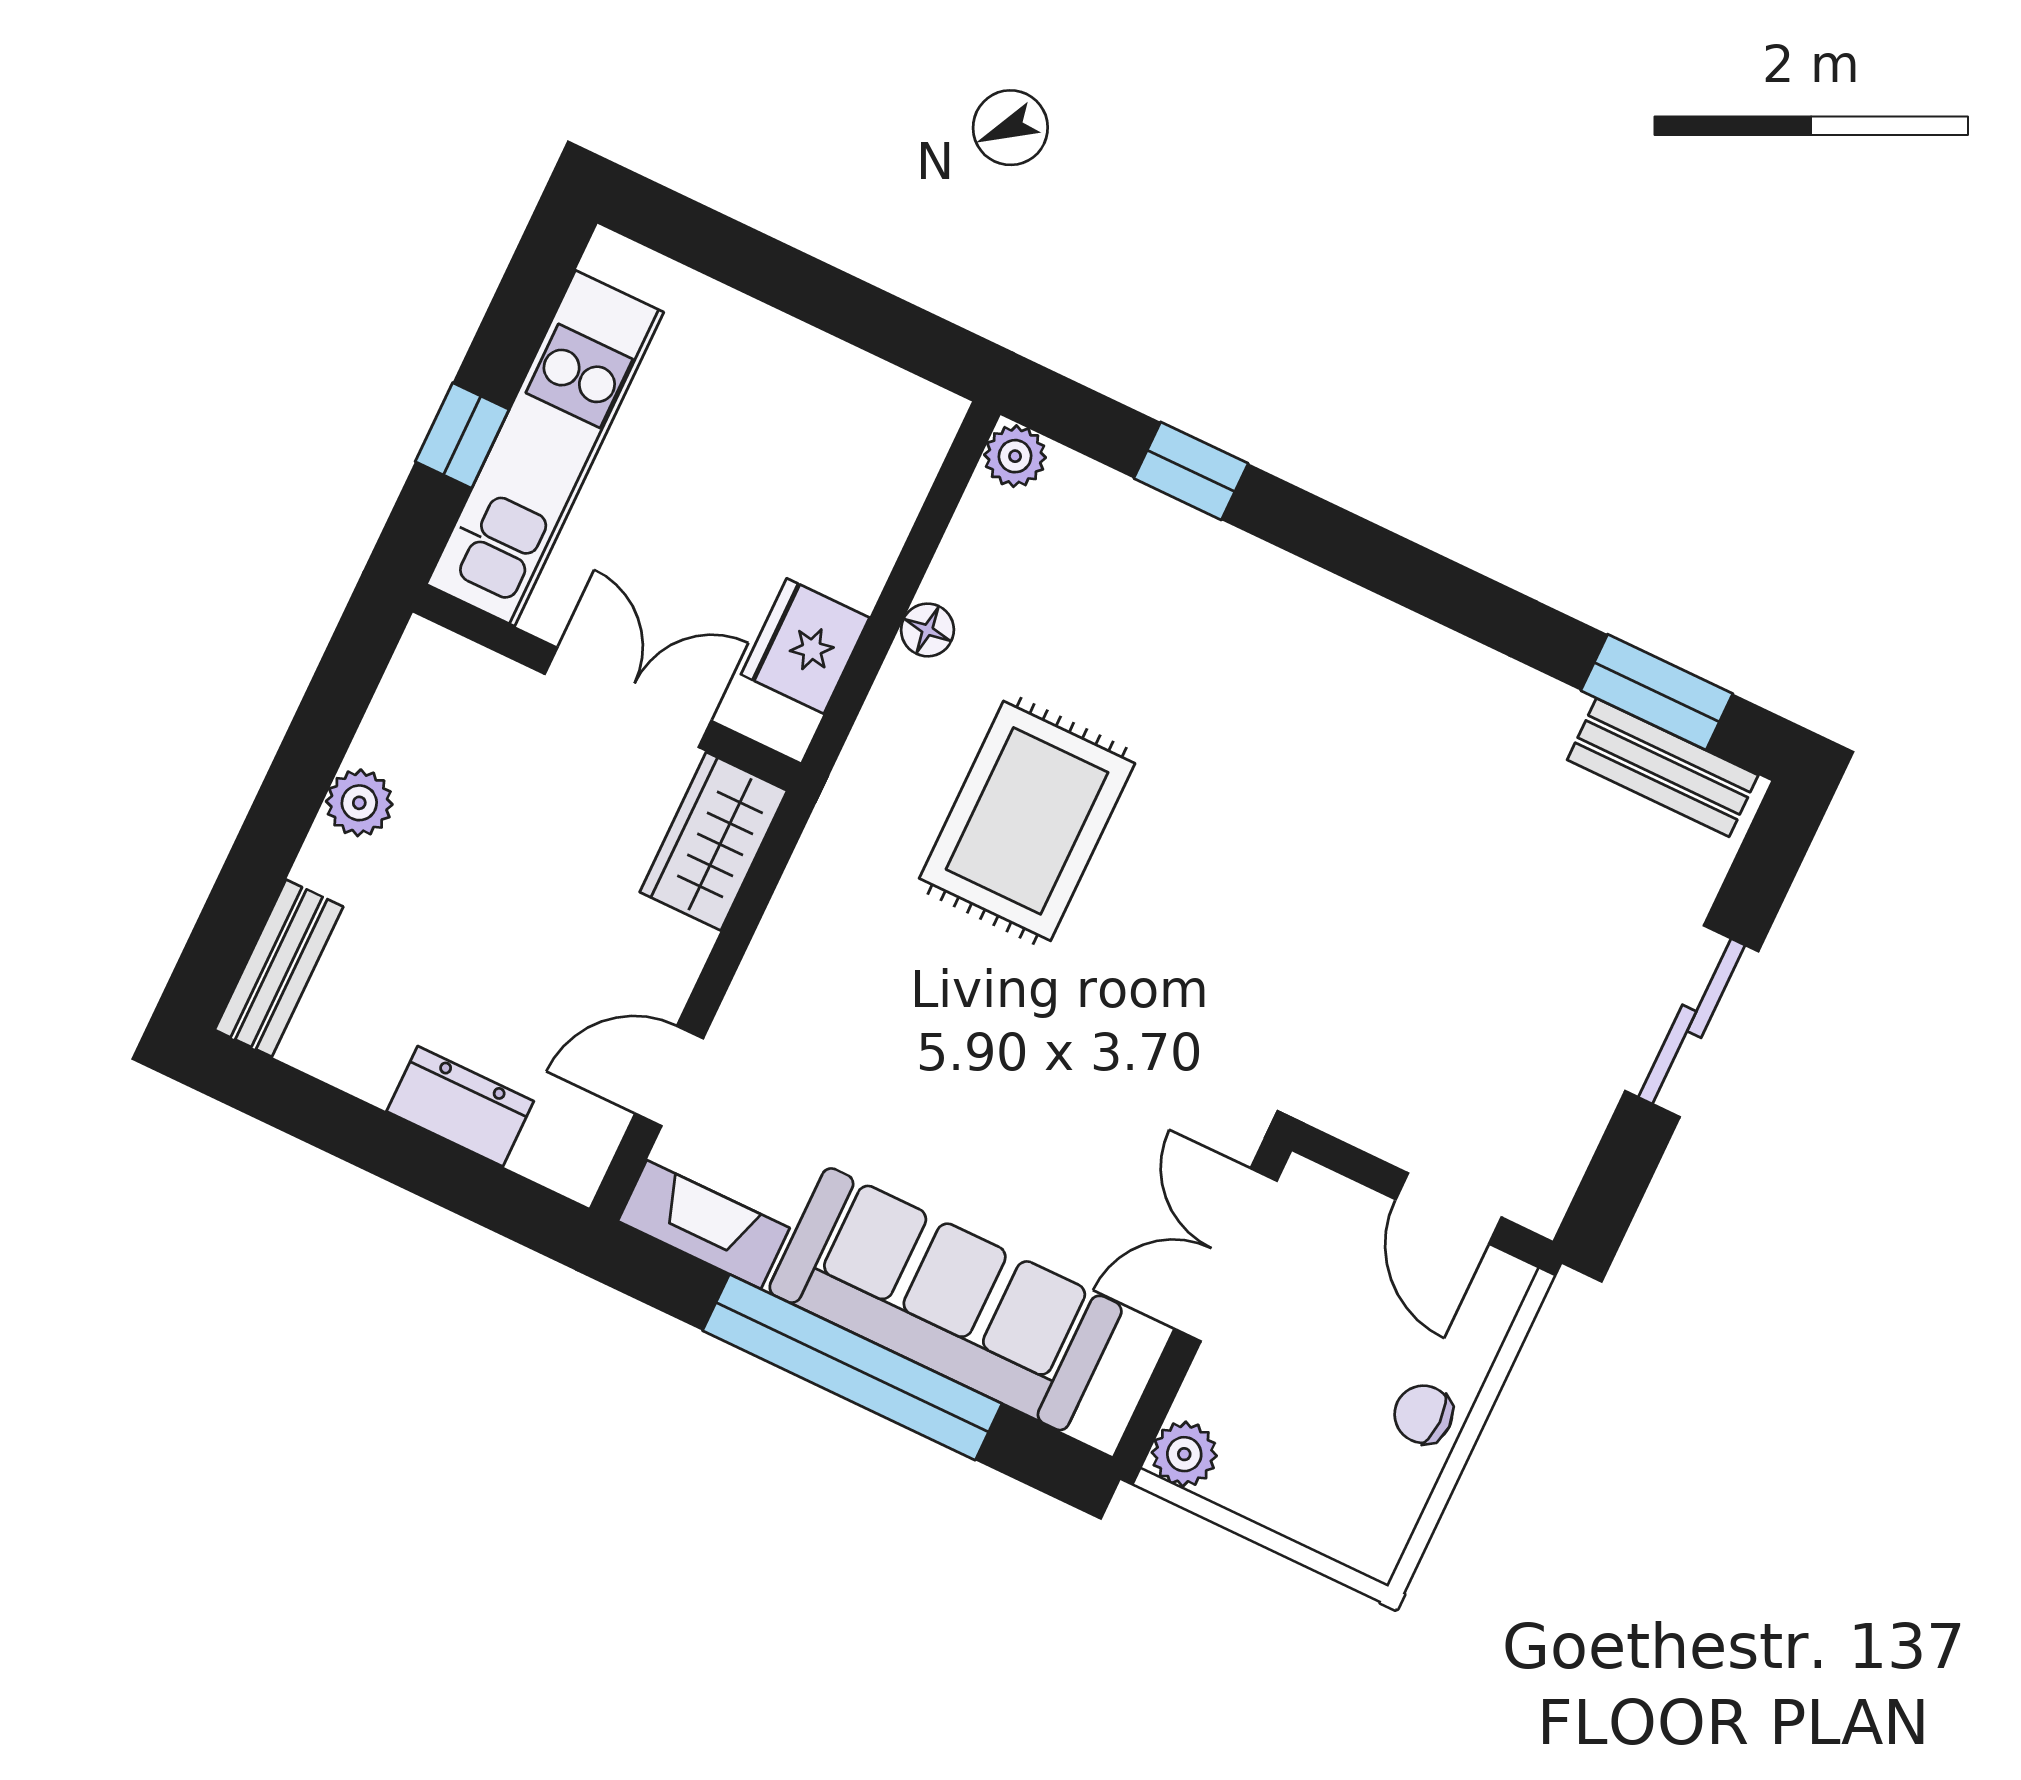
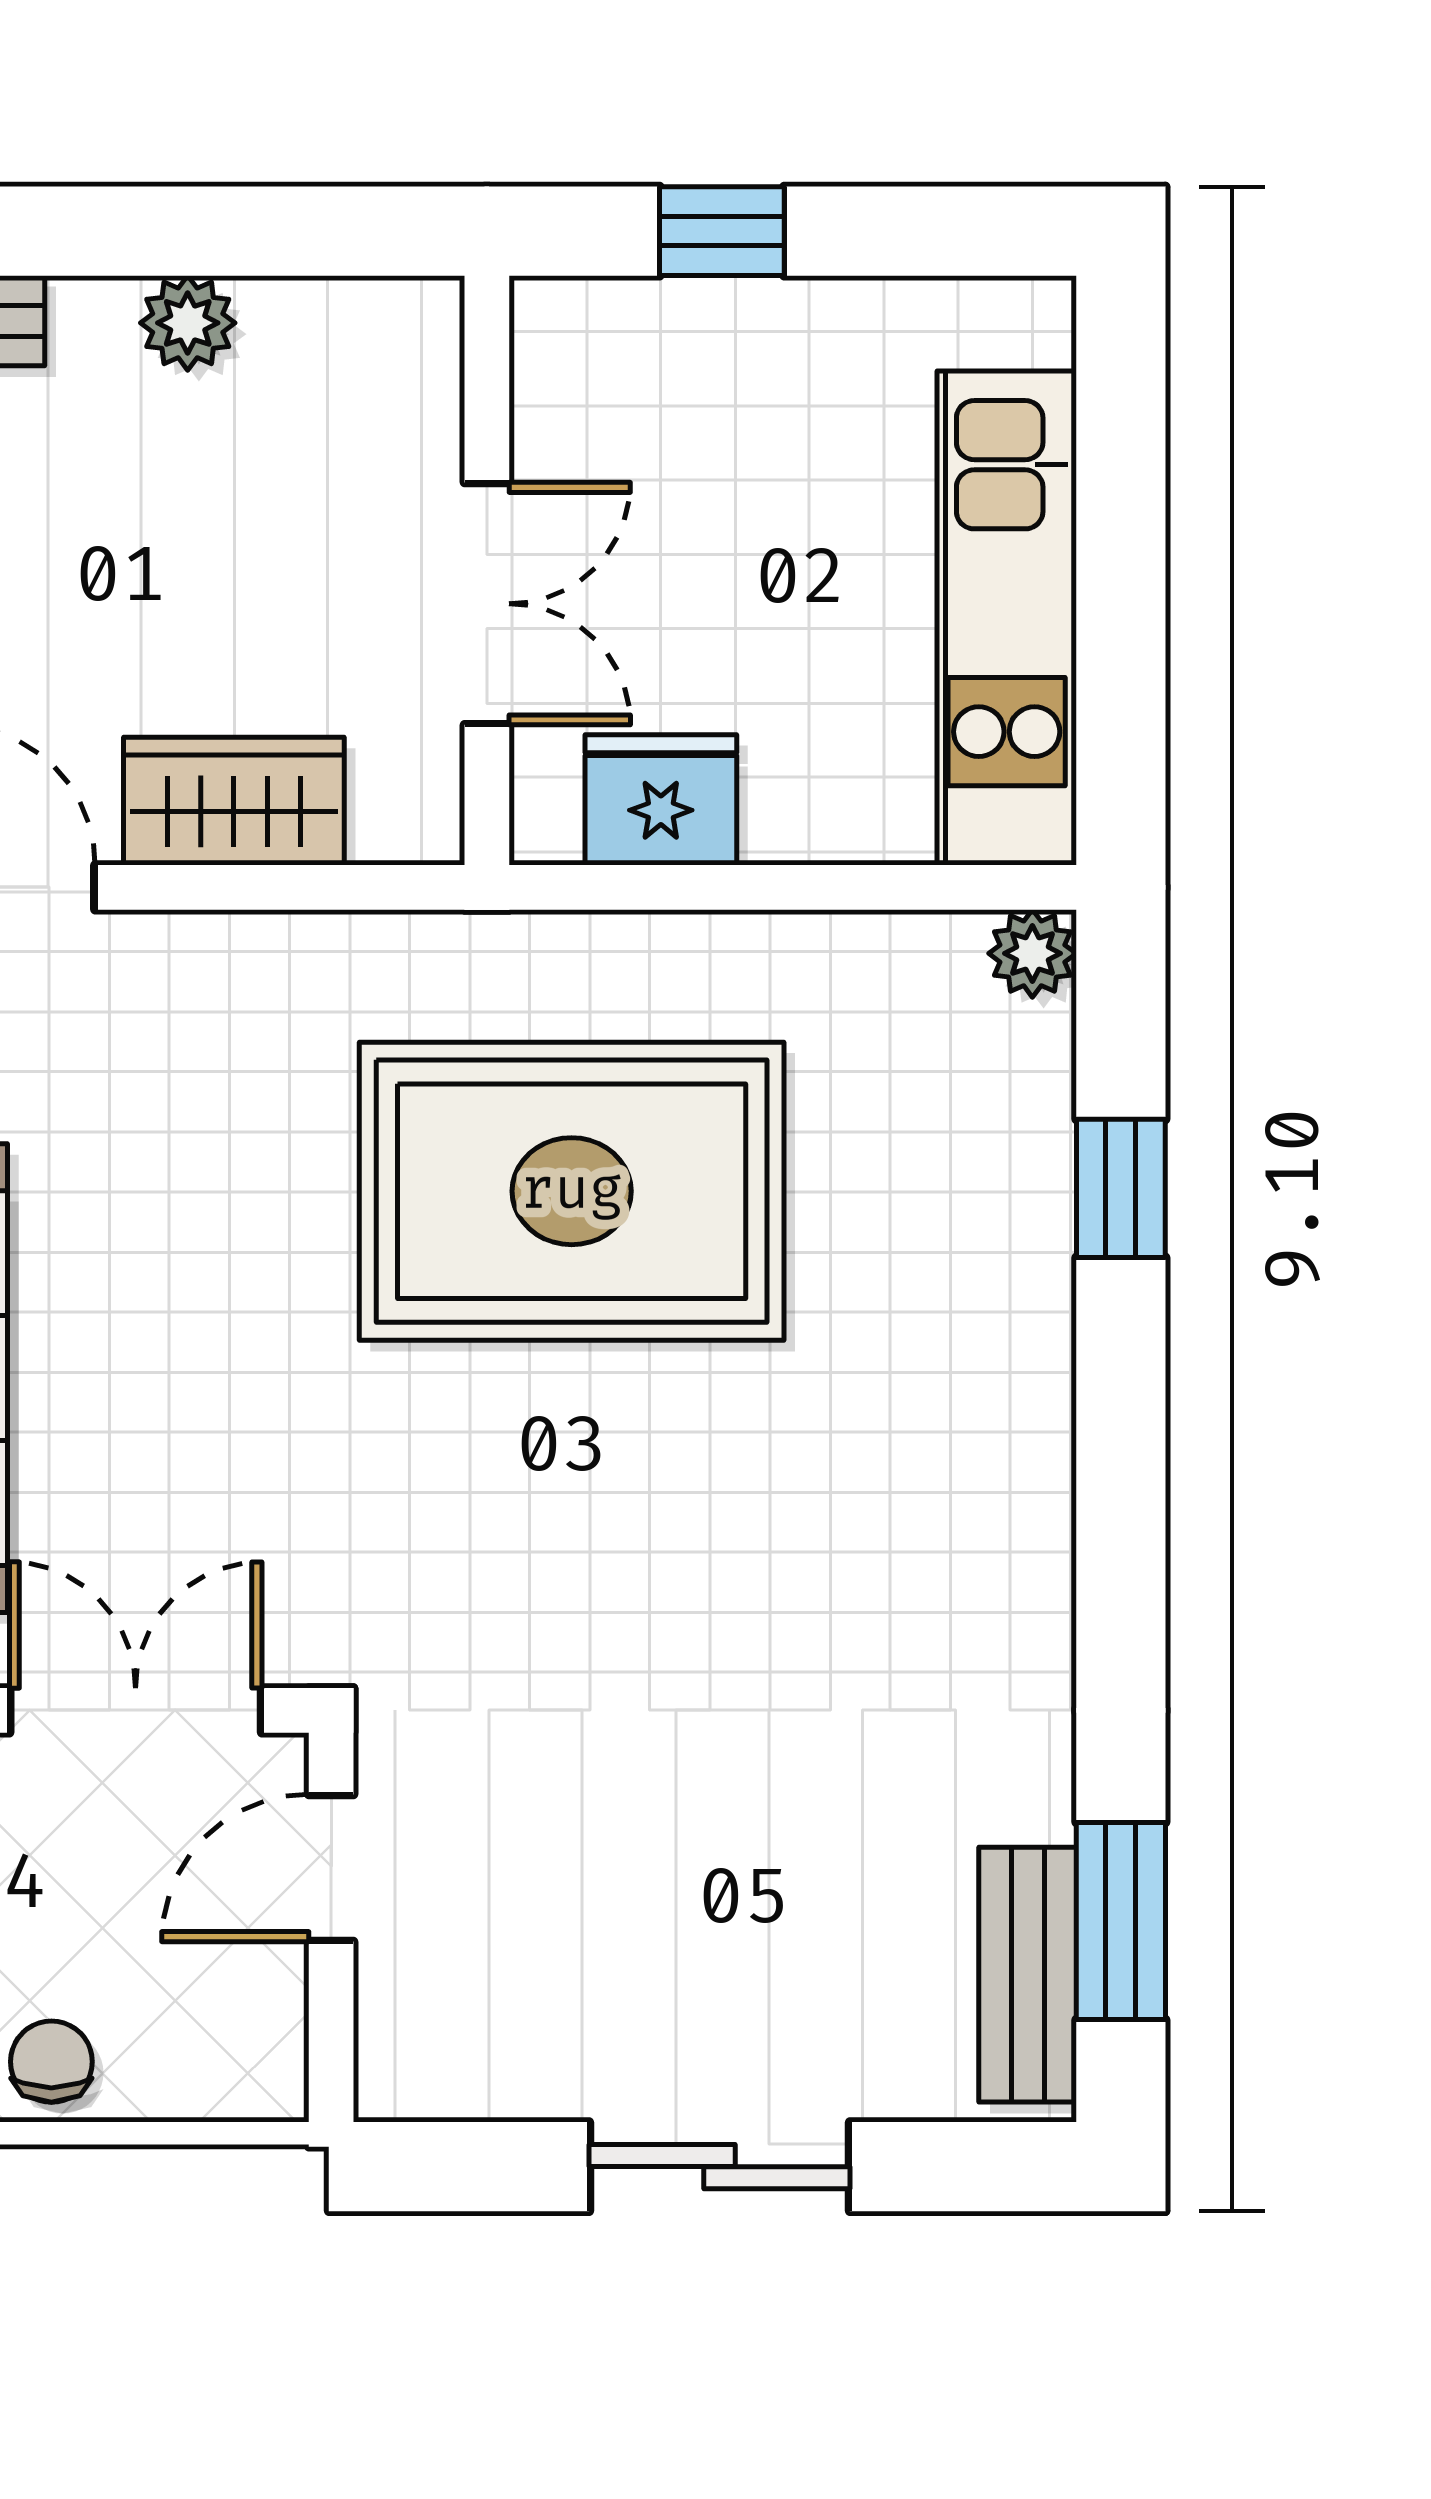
kitchen unit: (545, 448) -> (1007, 618), moved, turned 90
floor lamp: (927, 630) -> (756, 947), removed
rug: (1027, 821) -> (572, 1191), width x1.37, depth x1.44
wardrobe: (714, 841) -> (234, 801), moved
door: (1449, 1208) -> (331, 1868), moved

